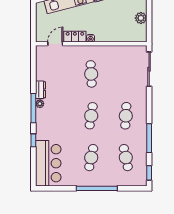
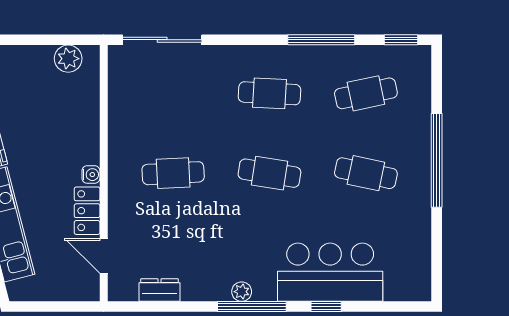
plant: (141, 18) -> (68, 59), moved
dresser: (40, 90) -> (160, 290), moved
bar counter: (48, 163) -> (330, 272), moved

